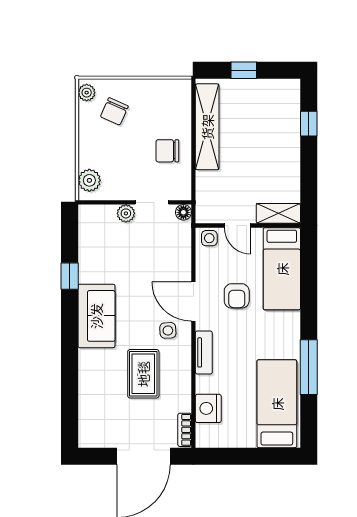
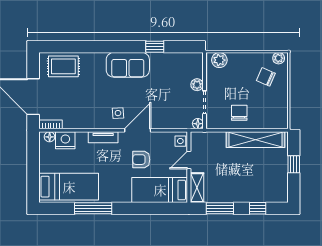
window: (309, 180) -> (220, 208), added
rug: (143, 374) -> (63, 66), moved
floor lamp: (203, 432) -> (50, 137), added

